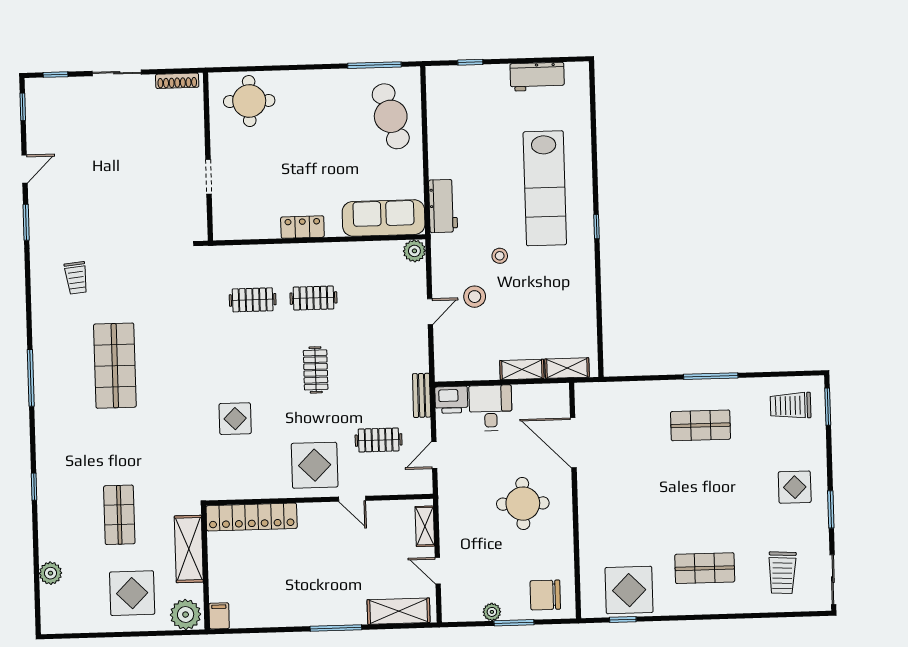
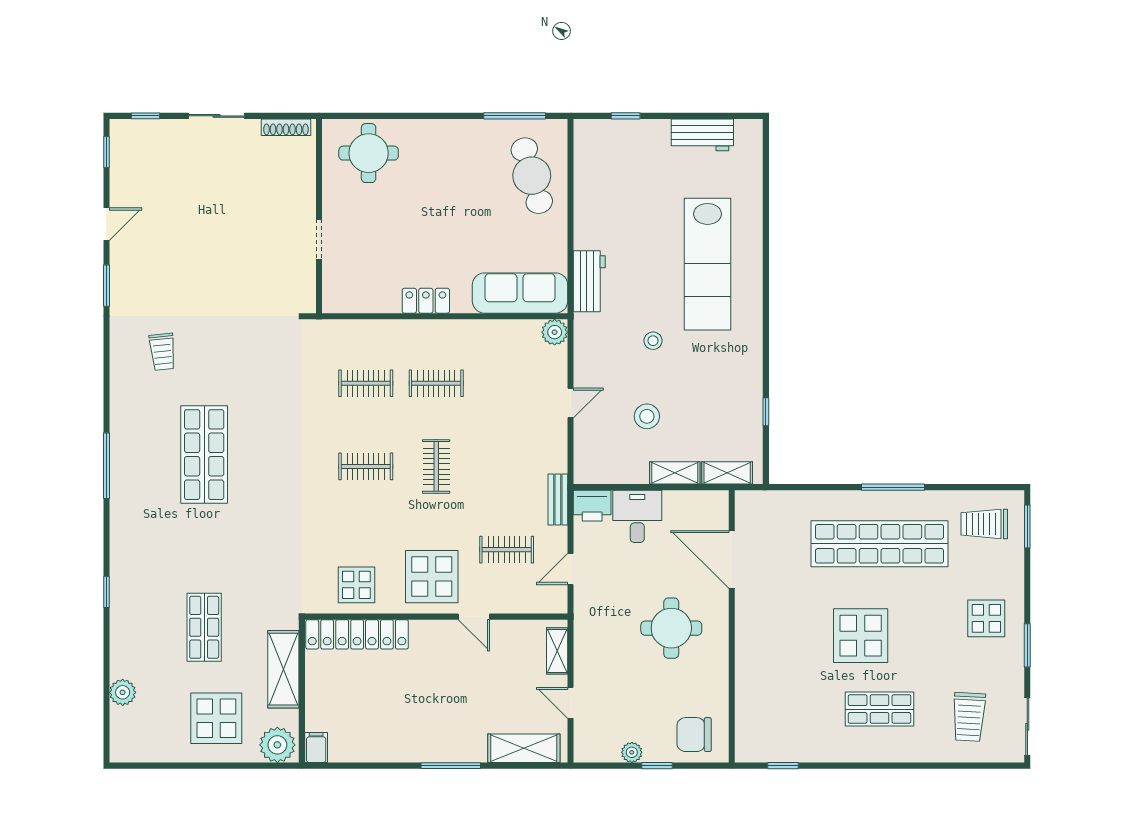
window: (596, 227) -> (766, 412), moved
stool: (475, 297) -> (647, 416), moved
clothes rail: (255, 372) -> (366, 466), added
display table: (235, 419) -> (356, 585), moved
shop shelf: (701, 425) -> (879, 544), width x2.00, depth x1.36
display table: (629, 590) -> (861, 636), moved
window: (514, 623) -> (657, 766), width x0.67

